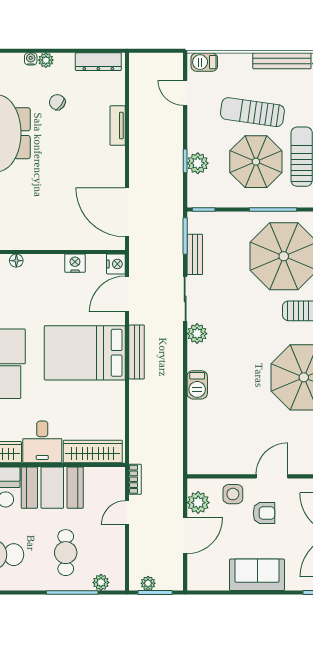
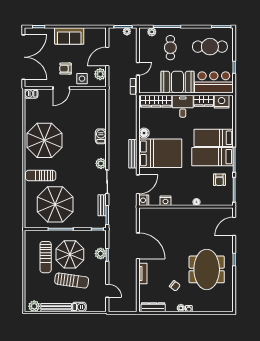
barbecue: (204, 62) -> (79, 307), moved
door: (127, 212) -> (138, 246), moved
floor lamp: (116, 391) -> (144, 133), added

